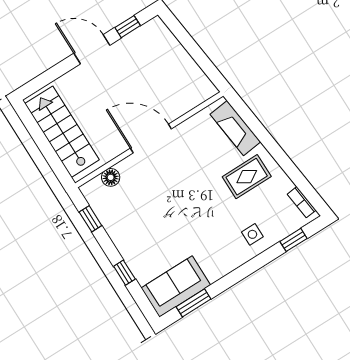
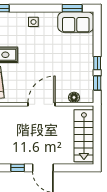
door: (151, 139) -> (41, 104), swing flipped
side table: (252, 234) -> (33, 22), moved
window: (124, 273) -> (97, 63), moved

